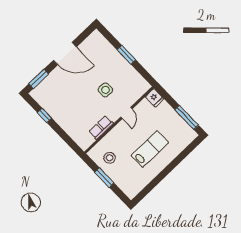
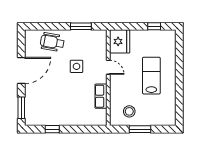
window: (126, 55) -> (81, 26), moved
wheelchair: (106, 56) -> (52, 42), added
fridge: (155, 98) -> (120, 41), width x1.88, depth x1.34
window: (187, 117) -> (154, 26), width x0.46

